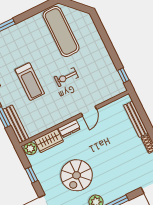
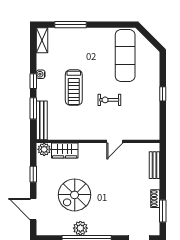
window: (123, 75) -> (163, 94), moved
bench: (136, 119) -> (155, 165), width x0.73
dresser: (69, 129) -> (89, 149), removed

